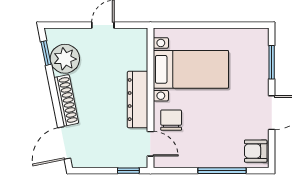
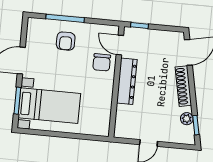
plant: (65, 59) -> (187, 119), width x0.53, depth x0.53
bed with nightstands: (191, 69) -> (49, 106), moved, turned 180
armchair: (256, 151) -> (66, 41), moved, turned 90

